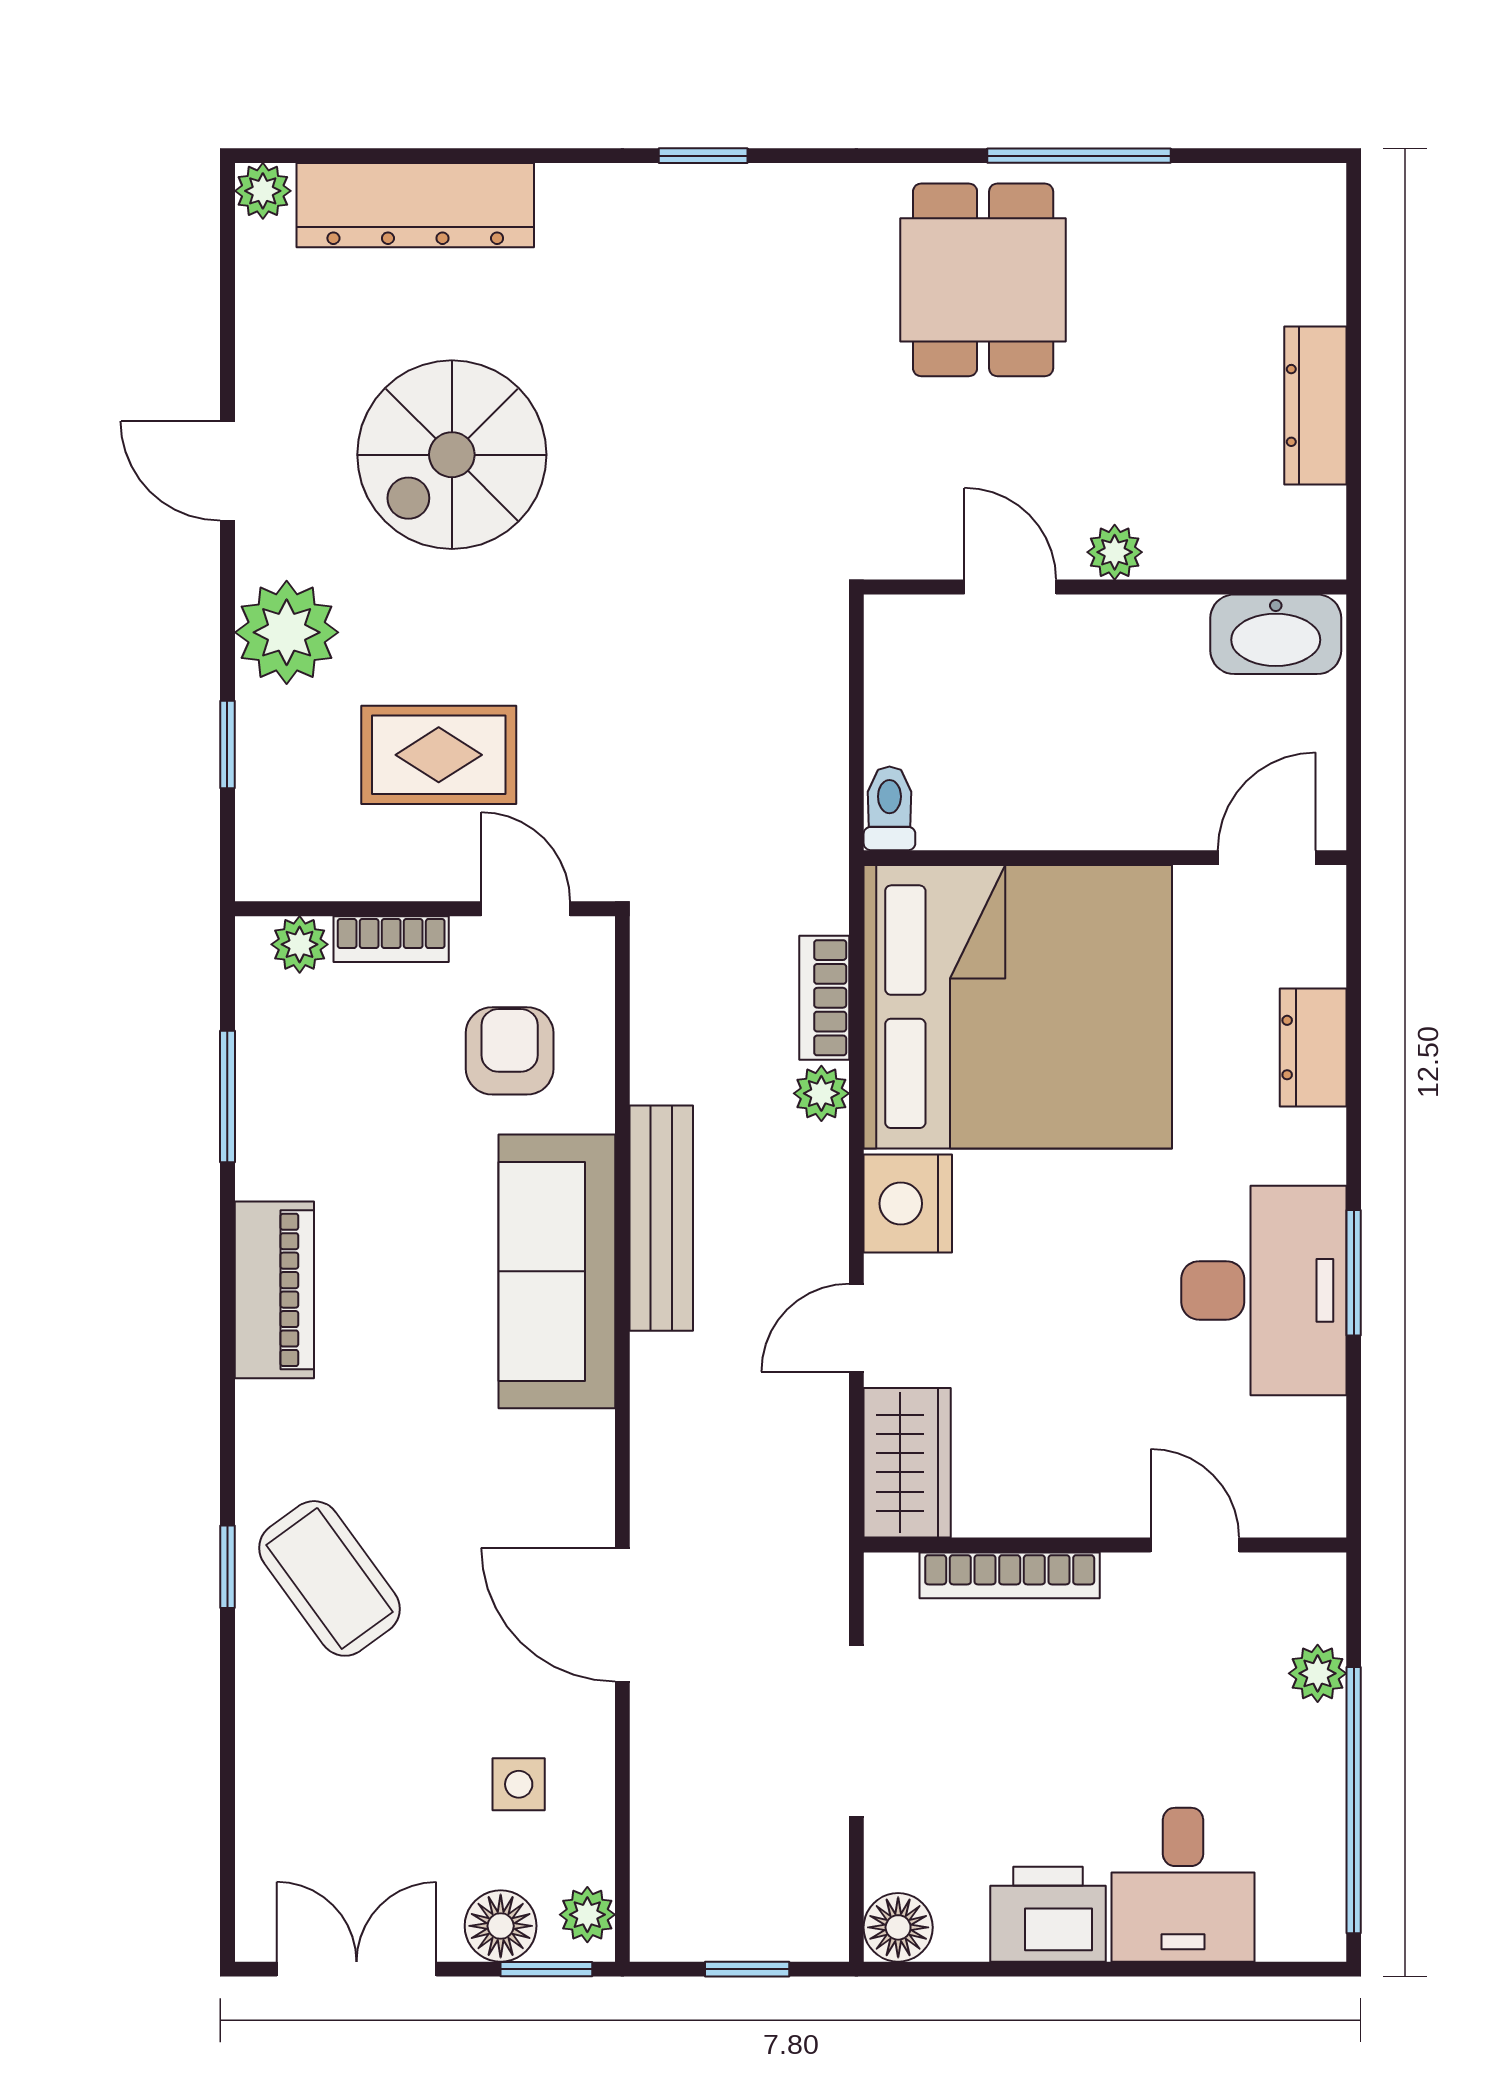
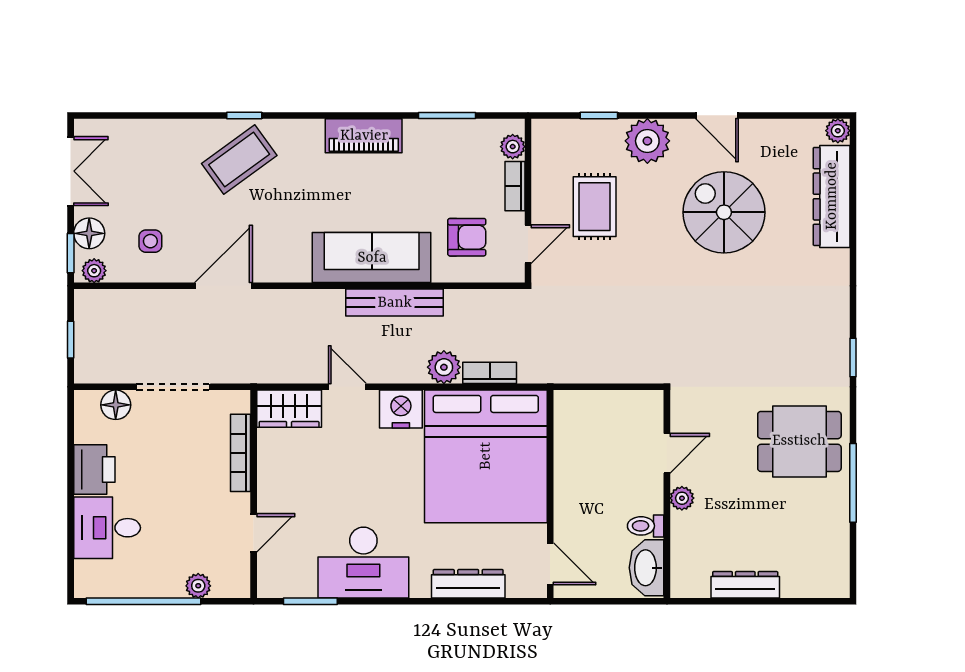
window: (703, 156) -> (853, 357), moved
door: (227, 471) -> (717, 115), swing flipped
toilet: (889, 808) -> (646, 526), moved, turned 180
dresser: (1313, 1048) -> (468, 584), width x1.44
plant: (821, 1093) -> (444, 367), width x1.38, depth x1.38
window: (1354, 1273) -> (310, 601), moved
floor lamp: (898, 1927) -> (116, 405), moved

